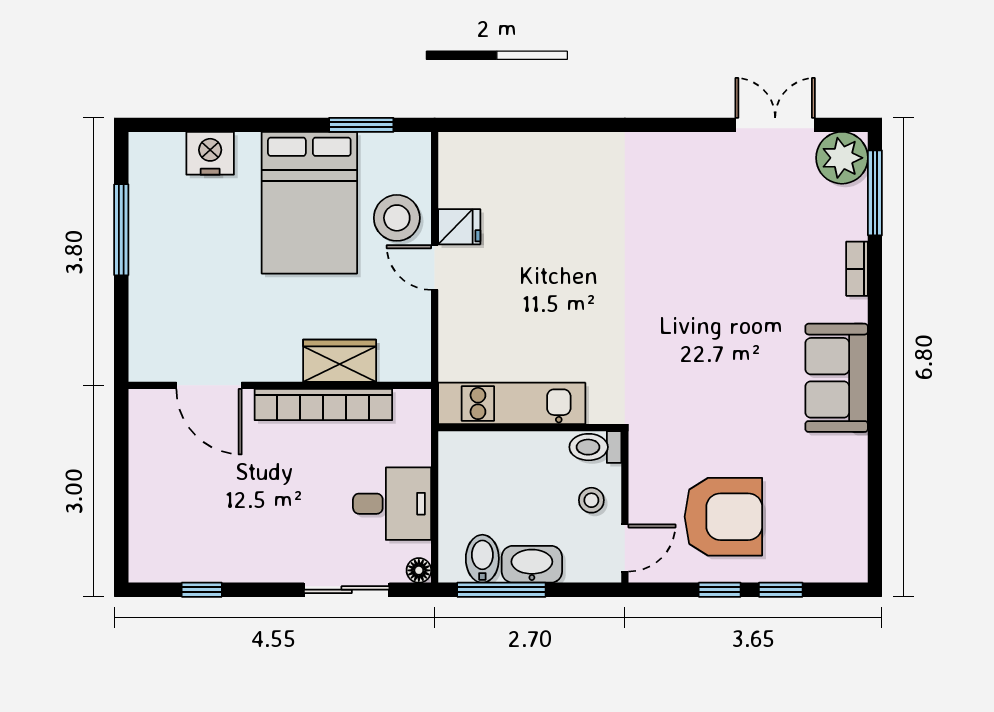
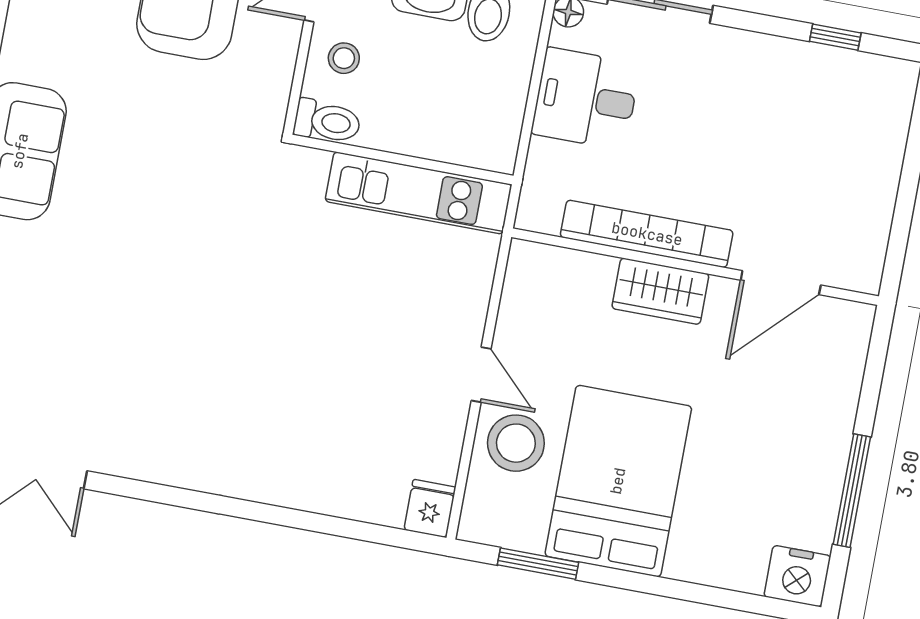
nightstand: (210, 153) -> (797, 576), moved
fridge: (459, 227) -> (430, 508), moved, turned 90
wardrobe: (340, 361) -> (660, 291), moved
door: (209, 385) -> (781, 283), swing flipped

